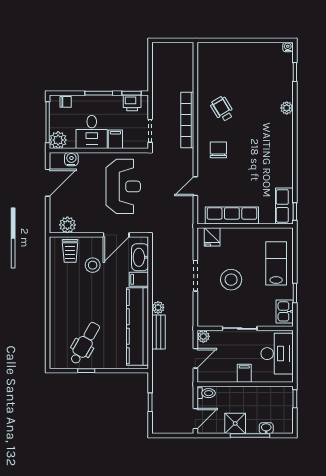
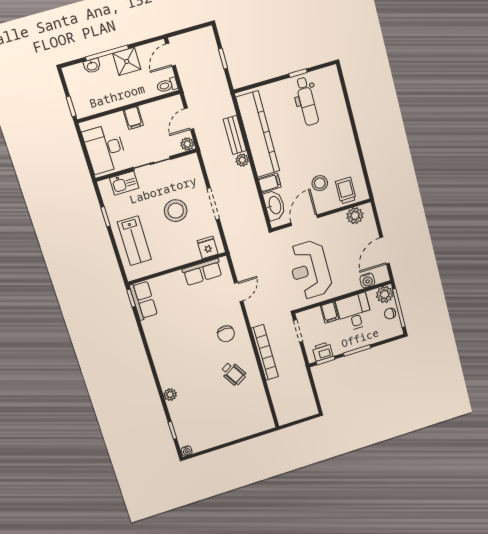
chair: (66, 102) -> (390, 314), moved
row of seats: (232, 215) -> (202, 272), width x0.68
kitchen sink: (285, 311) -> (124, 183), moved, turned 90
dental chair: (85, 343) -> (307, 101), turned -30

